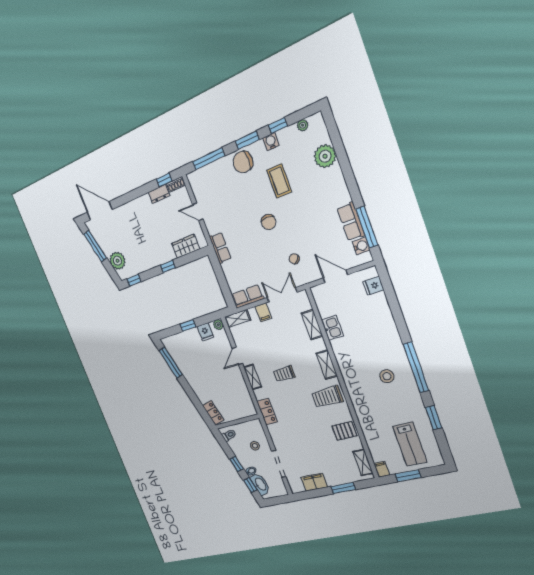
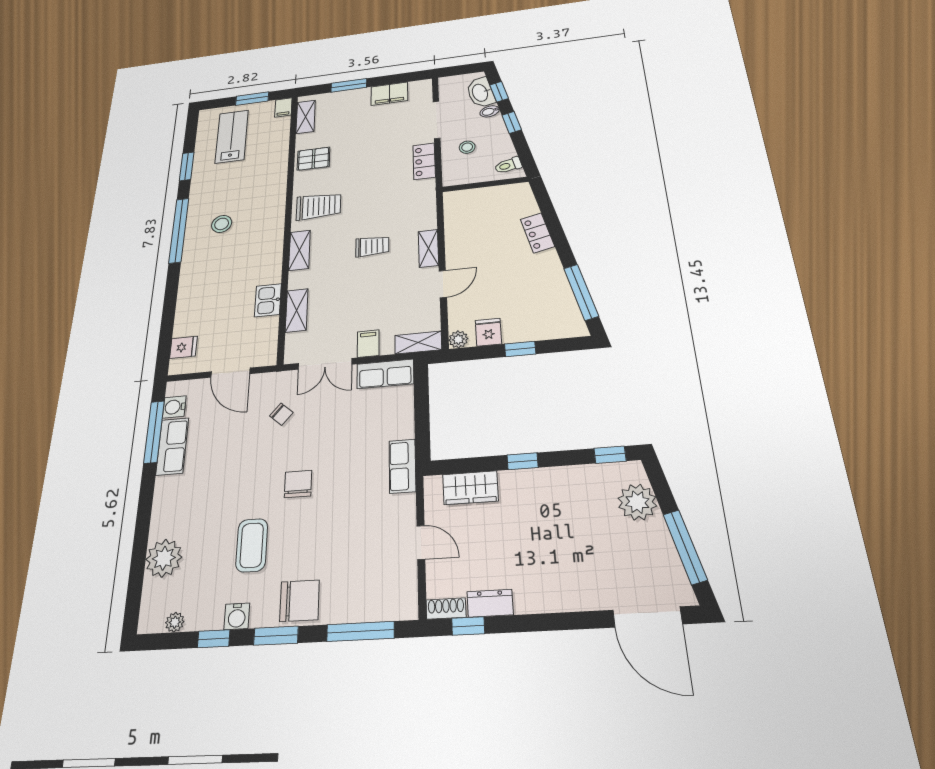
locker: (267, 412) -> (424, 161), moved
locker: (213, 413) -> (537, 233), moved

